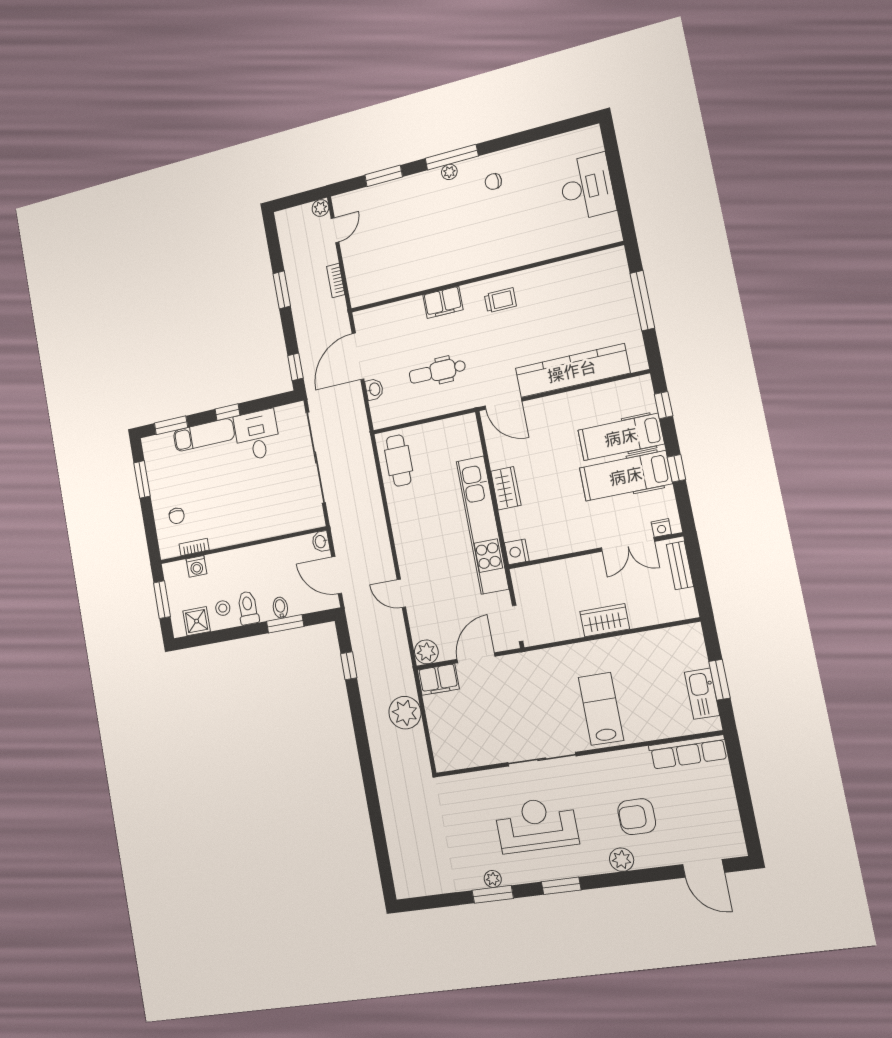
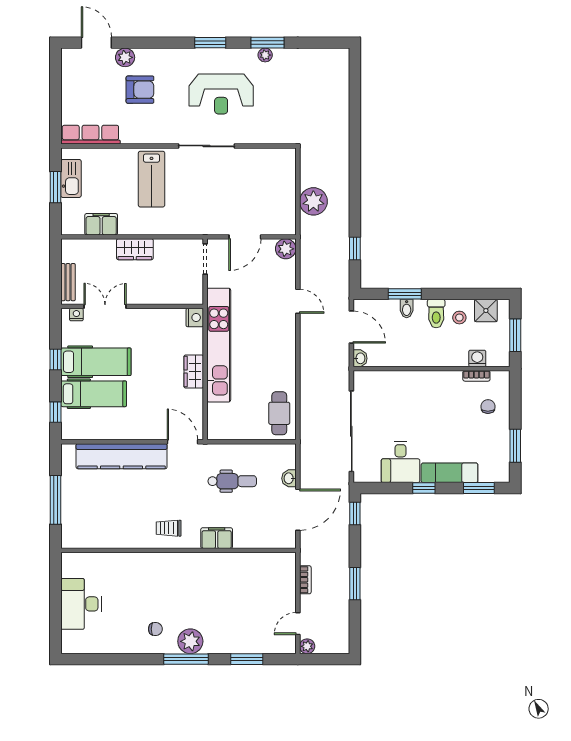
plant: (449, 172) -> (190, 641), width x1.88, depth x1.88
filing cabinet: (438, 680) -> (101, 224), moved
plant: (622, 860) -> (125, 57), moved

